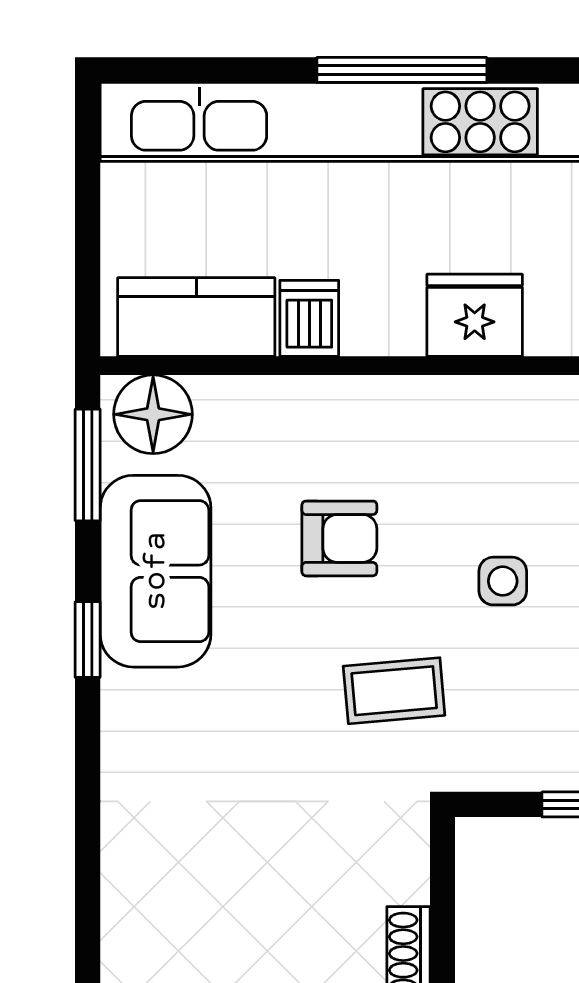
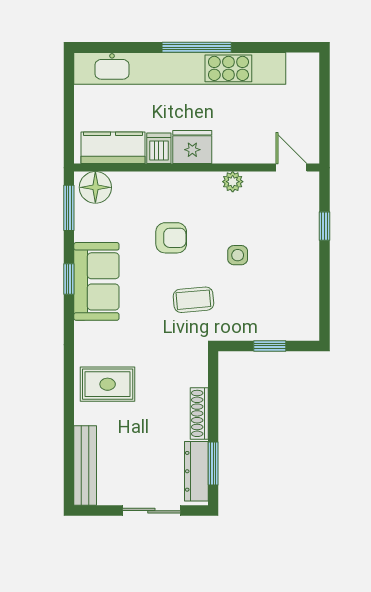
fridge: (475, 315) -> (192, 147), moved
plant: (491, 400) -> (233, 182), added
sofa: (156, 571) -> (96, 281), moved
rug: (183, 898) -> (108, 384), added

